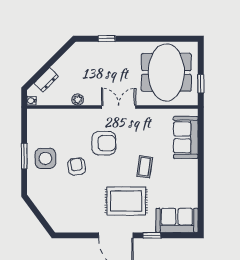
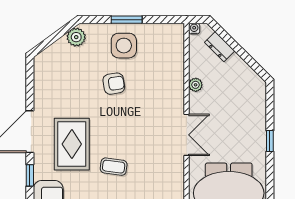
window: (107, 39) -> (270, 141), moved
armchair: (104, 143) -> (142, 117), removed
plant: (38, 197) -> (76, 37), added

